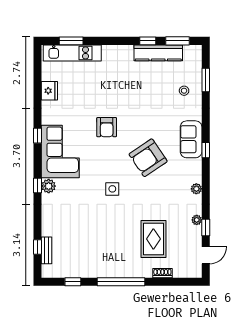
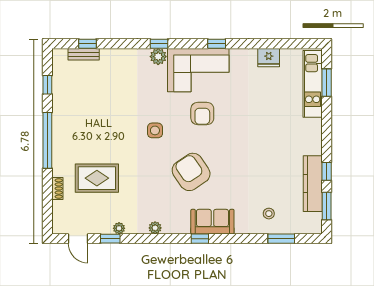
armchair: (107, 127) -> (202, 114), moved, turned -90

